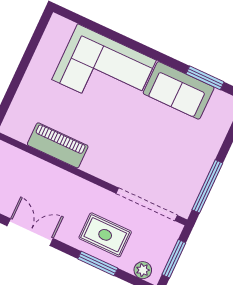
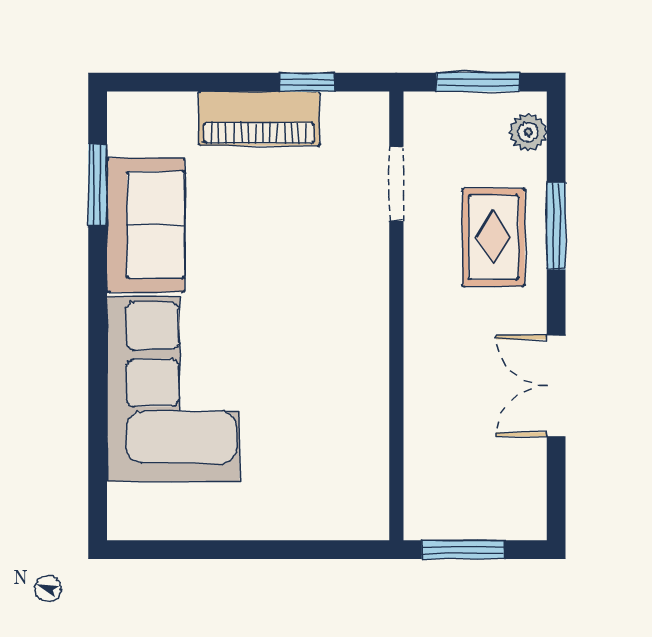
piano: (58, 145) -> (259, 118), moved, turned -90
window: (207, 186) -> (307, 82), width x0.46
doorway: (147, 204) -> (396, 184), width x0.53

